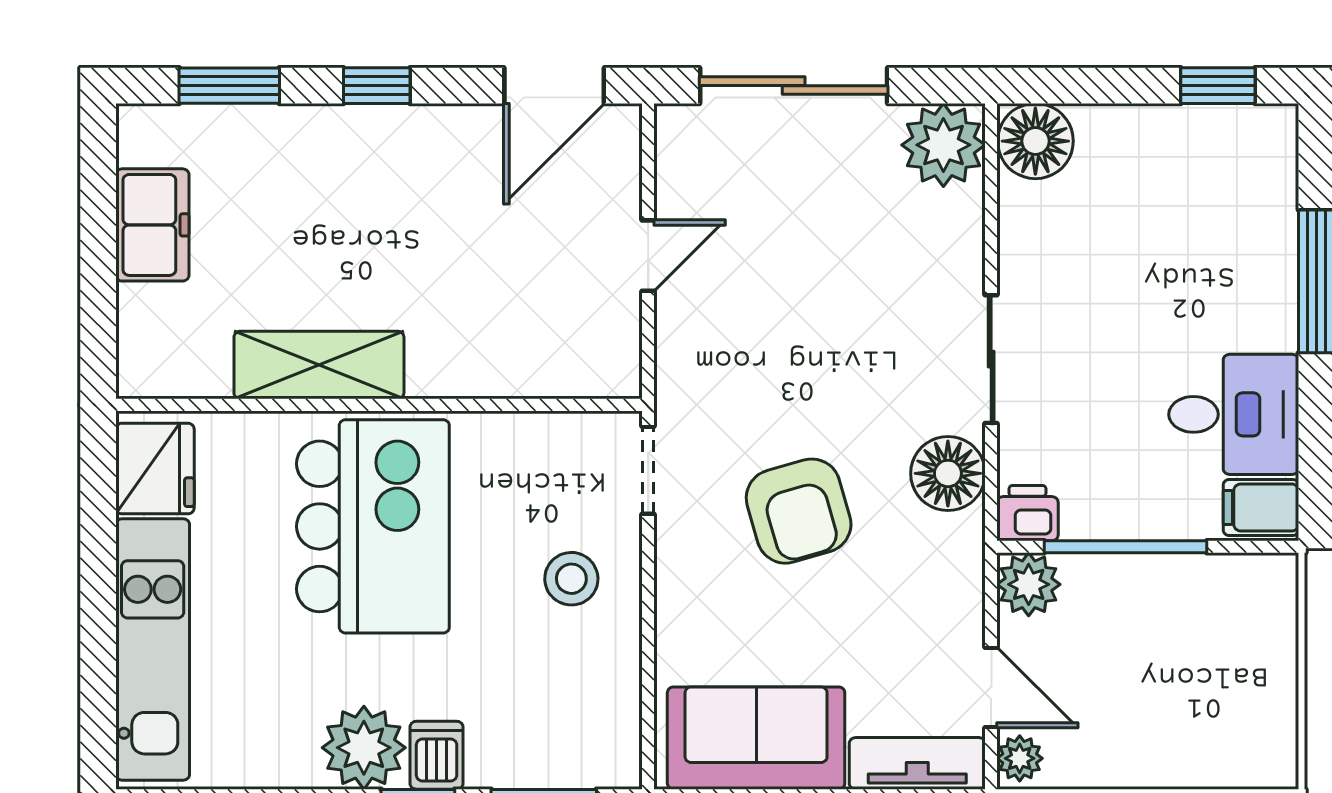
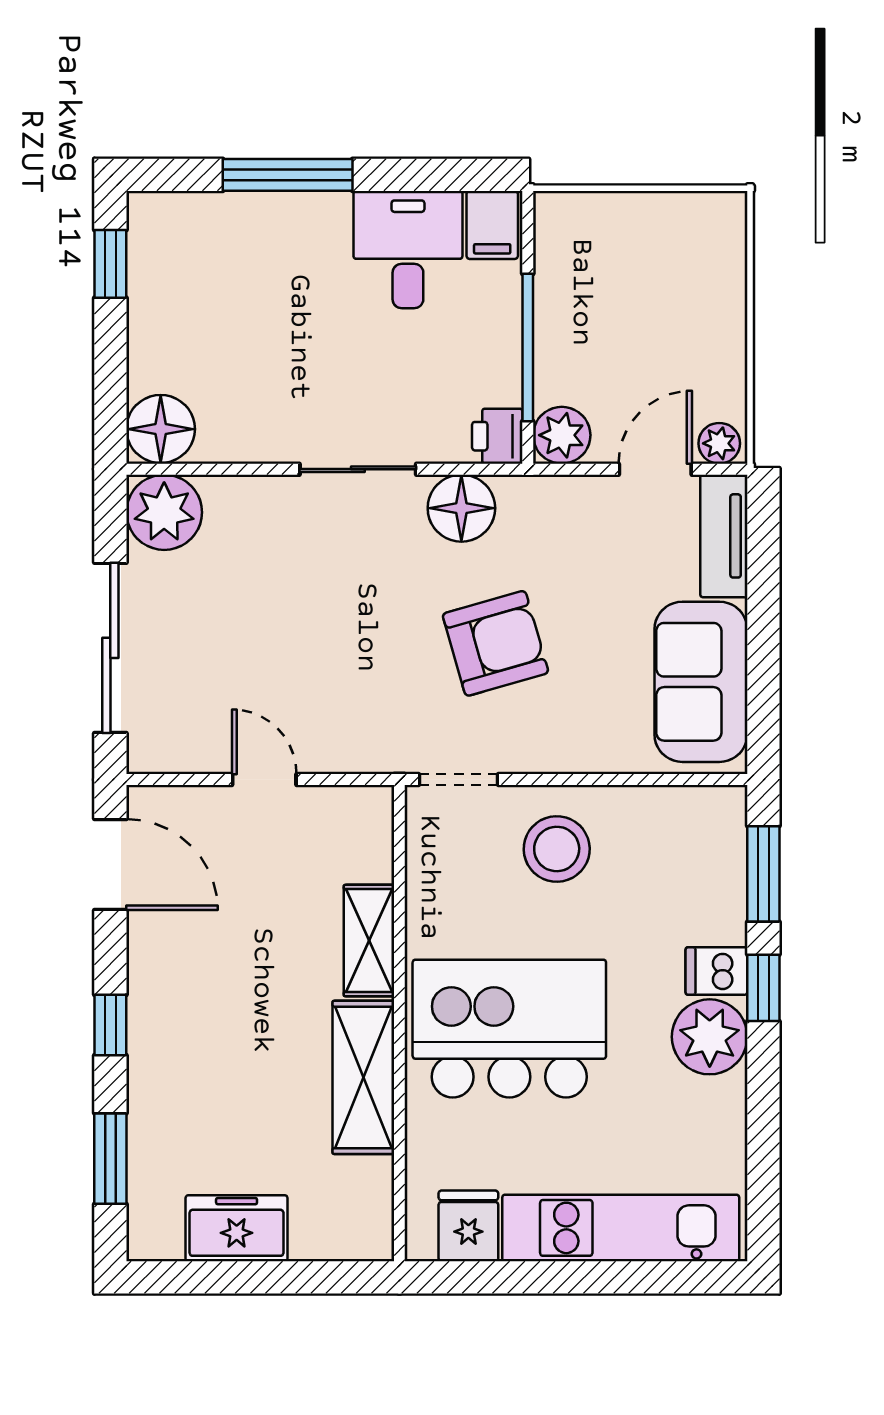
shelving: (470, 371) -> (369, 941), added
fridge: (155, 469) -> (468, 1226), width x0.72
stool: (571, 579) -> (557, 849), width x1.38, depth x1.38

